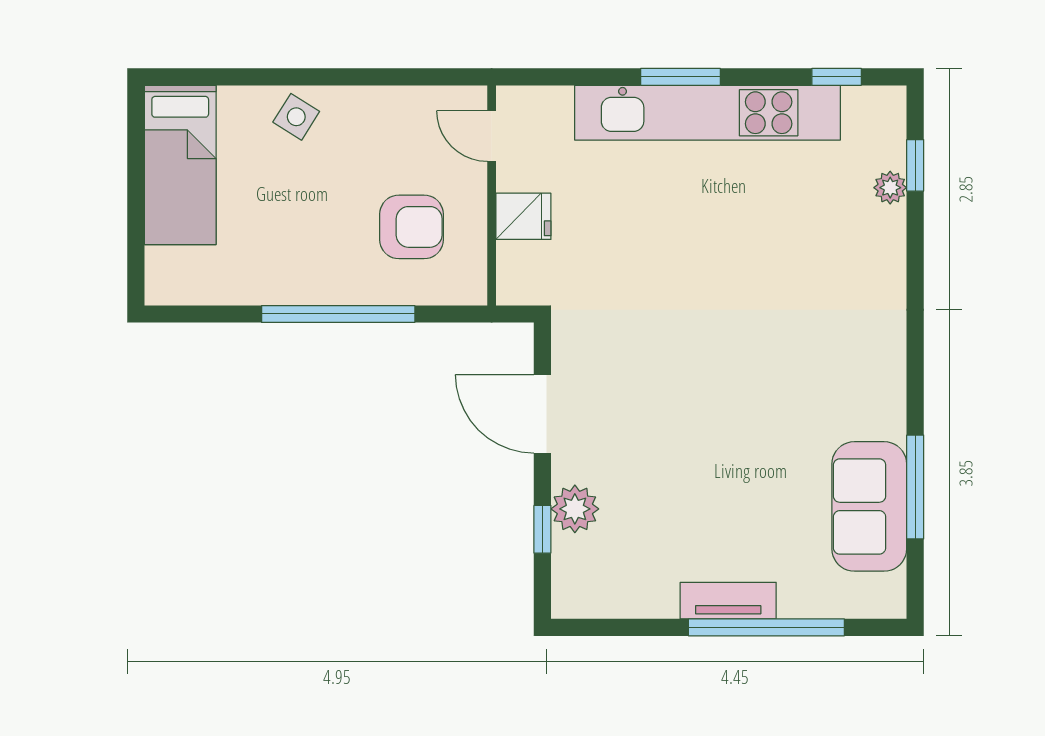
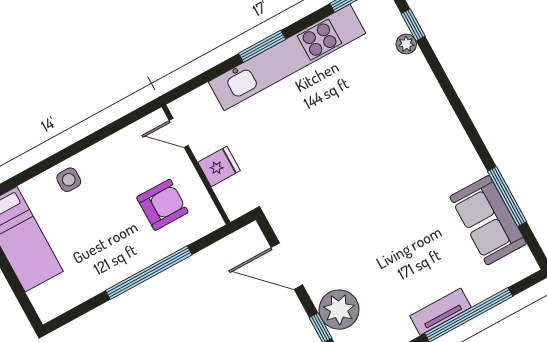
side table: (296, 117) -> (69, 180), turned -32
plant: (575, 509) -> (339, 310), width x1.36, depth x1.36

